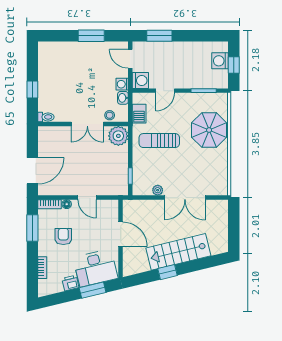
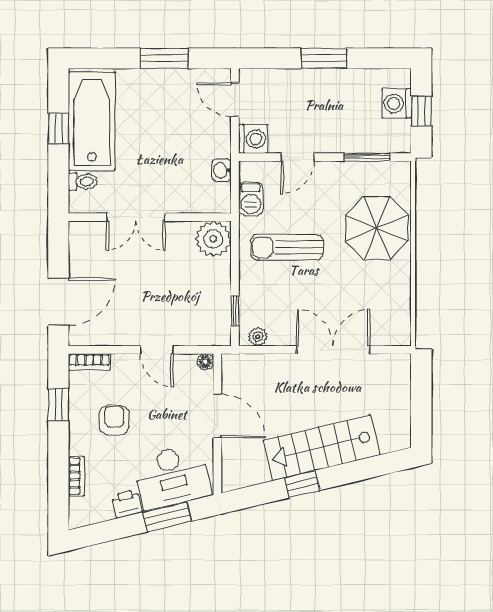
window: (159, 36) -> (324, 58), moved
bathtub: (51, 71) -> (92, 121), added
washing machine: (122, 84) -> (220, 146), removed
window: (32, 90) -> (58, 128), moved
stool: (110, 115) -> (198, 202), removed
toilet: (46, 117) -> (83, 181), moved
double door: (87, 124) -> (136, 217), moved
plant: (158, 190) -> (258, 337), moved
double door: (185, 198) -> (333, 350), swing flipped
floor lamp: (67, 204) -> (205, 362), moved
window: (32, 228) -> (58, 405), width x0.67

